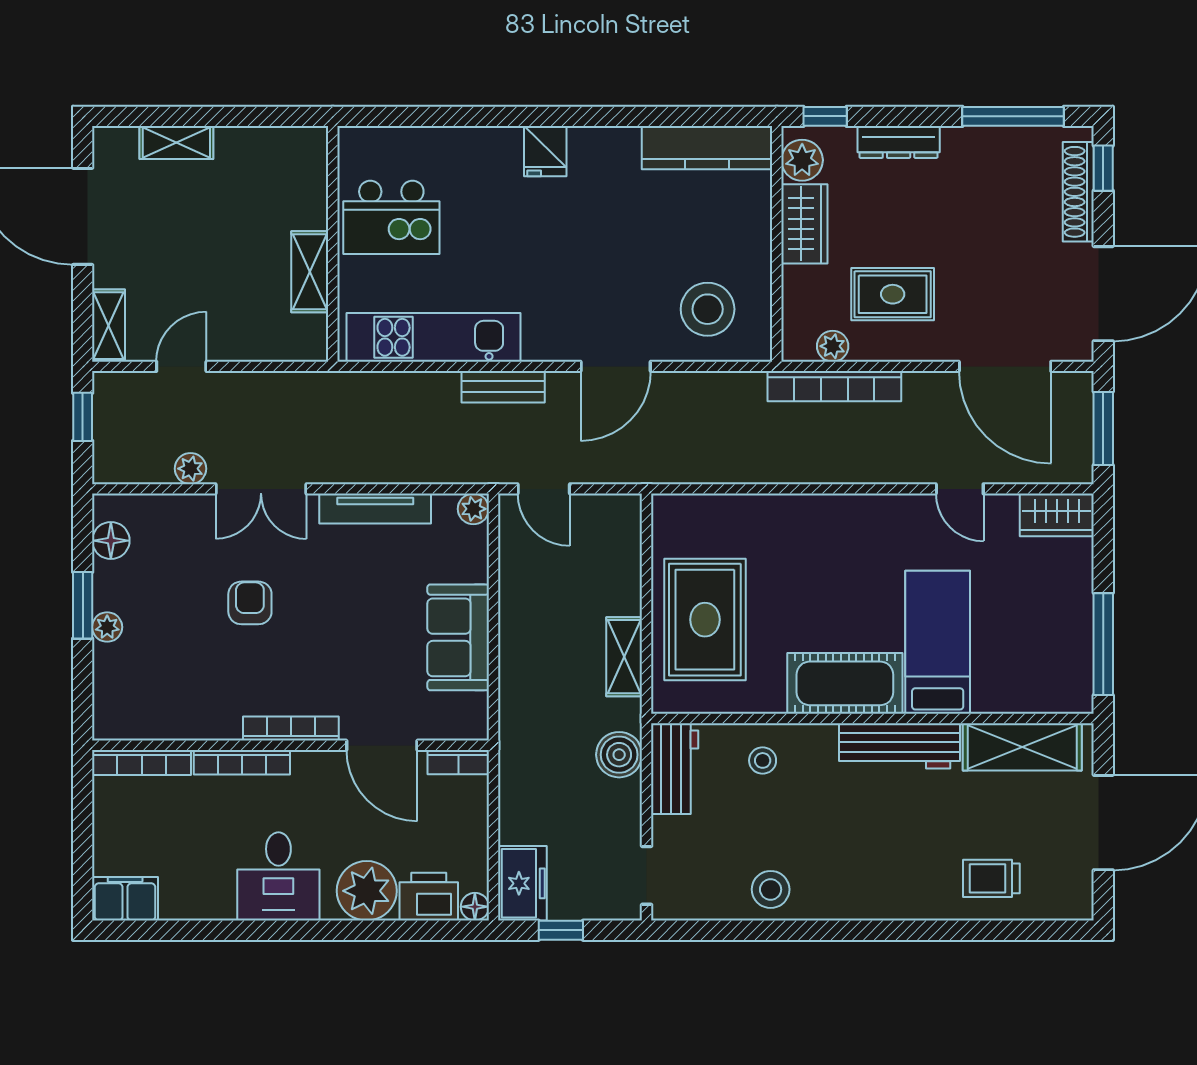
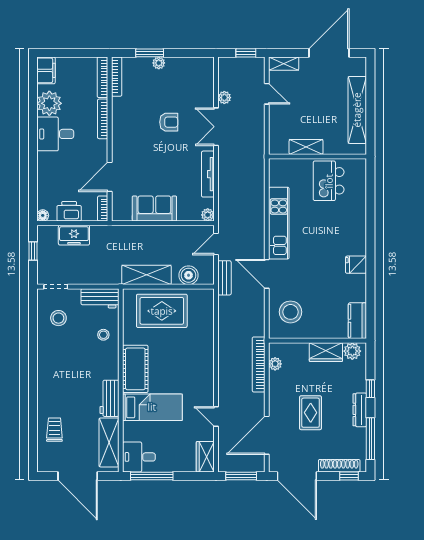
window: (825, 116) -> (370, 389), moved
shelving: (176, 142) -> (357, 110), width x2.20, depth x1.33
dresser: (899, 142) -> (360, 410), moved
kitchen counter: (707, 148) -> (357, 321), width x0.67
fridge: (545, 151) -> (356, 265), moved
rug: (893, 294) -> (311, 413), moved
kitchen unit: (433, 337) -> (279, 223), moved
bench: (503, 387) -> (224, 278), moved
door: (960, 489) -> (216, 416), hinge flipped
floor lamp: (111, 541) -> (195, 64), removed
window: (83, 605) -> (150, 53), moved
shelving: (624, 657) -> (146, 275), width x1.50, depth x1.33
desk: (1057, 675) -> (139, 457), added
bookcase: (291, 729) -> (117, 77), moved
workbench: (900, 746) -> (109, 398), width x0.73
boiler: (619, 755) -> (189, 275), moved
freezer: (522, 883) -> (74, 235), moved
stool: (771, 889) -> (58, 318), moved
plant: (367, 891) -> (49, 103), moved
printer: (429, 897) -> (69, 211), moved, turned -90

